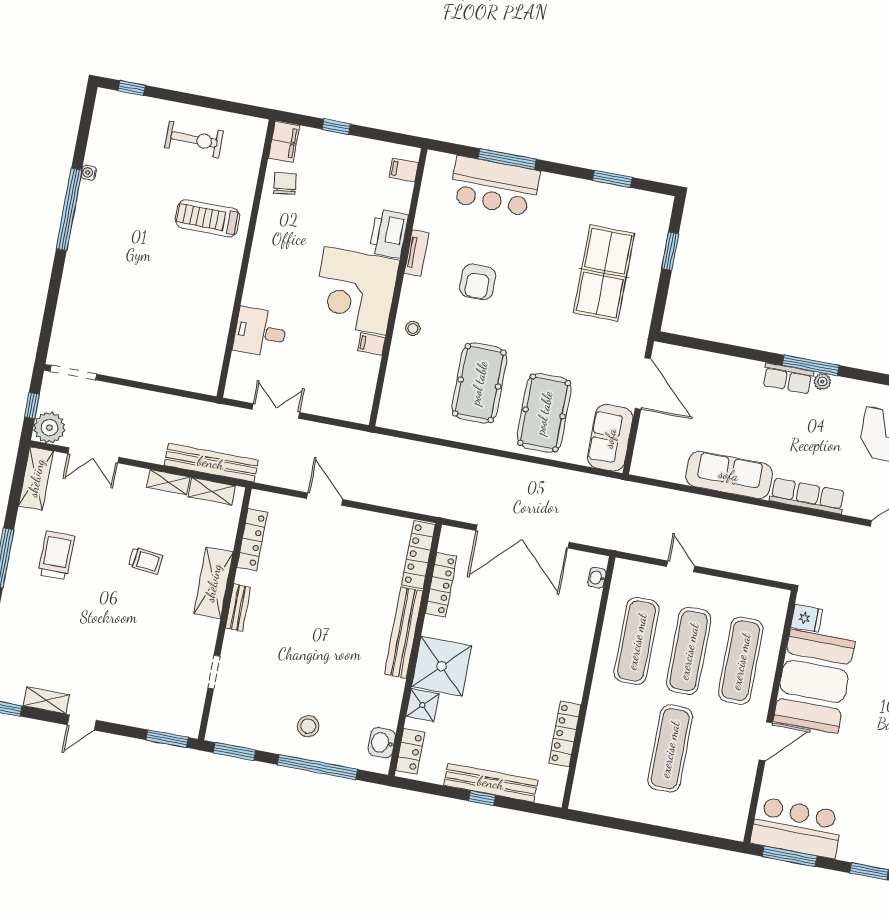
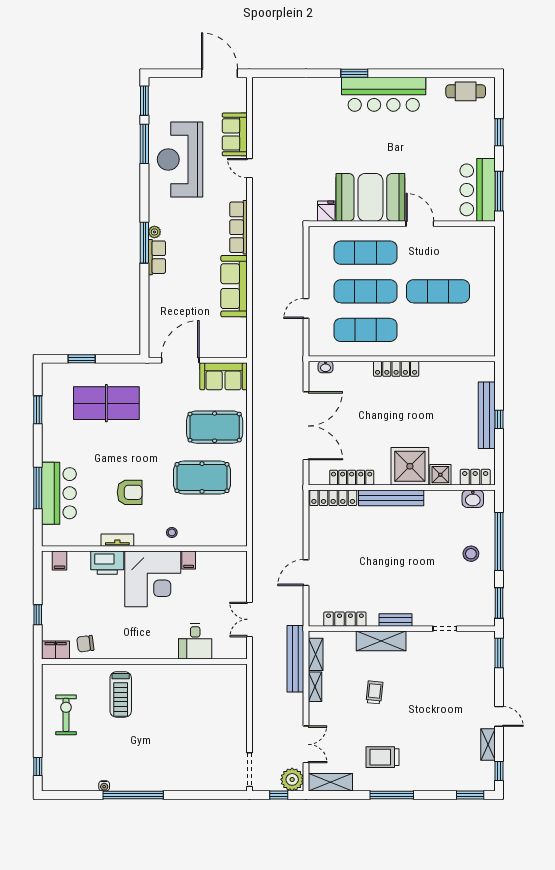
locker: (565, 734) -> (396, 369), moved

